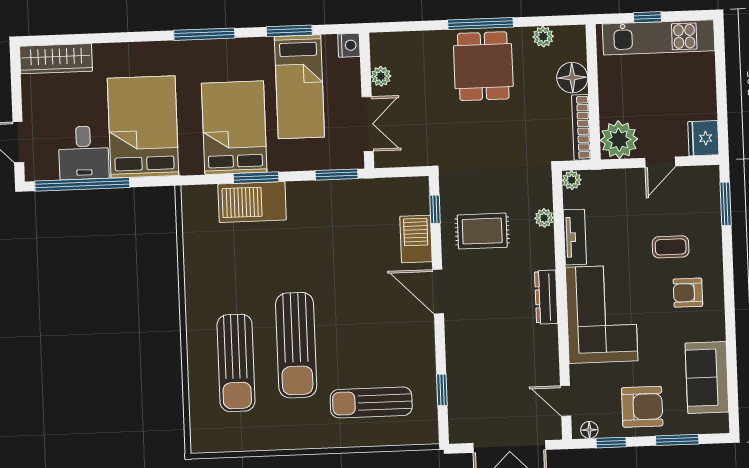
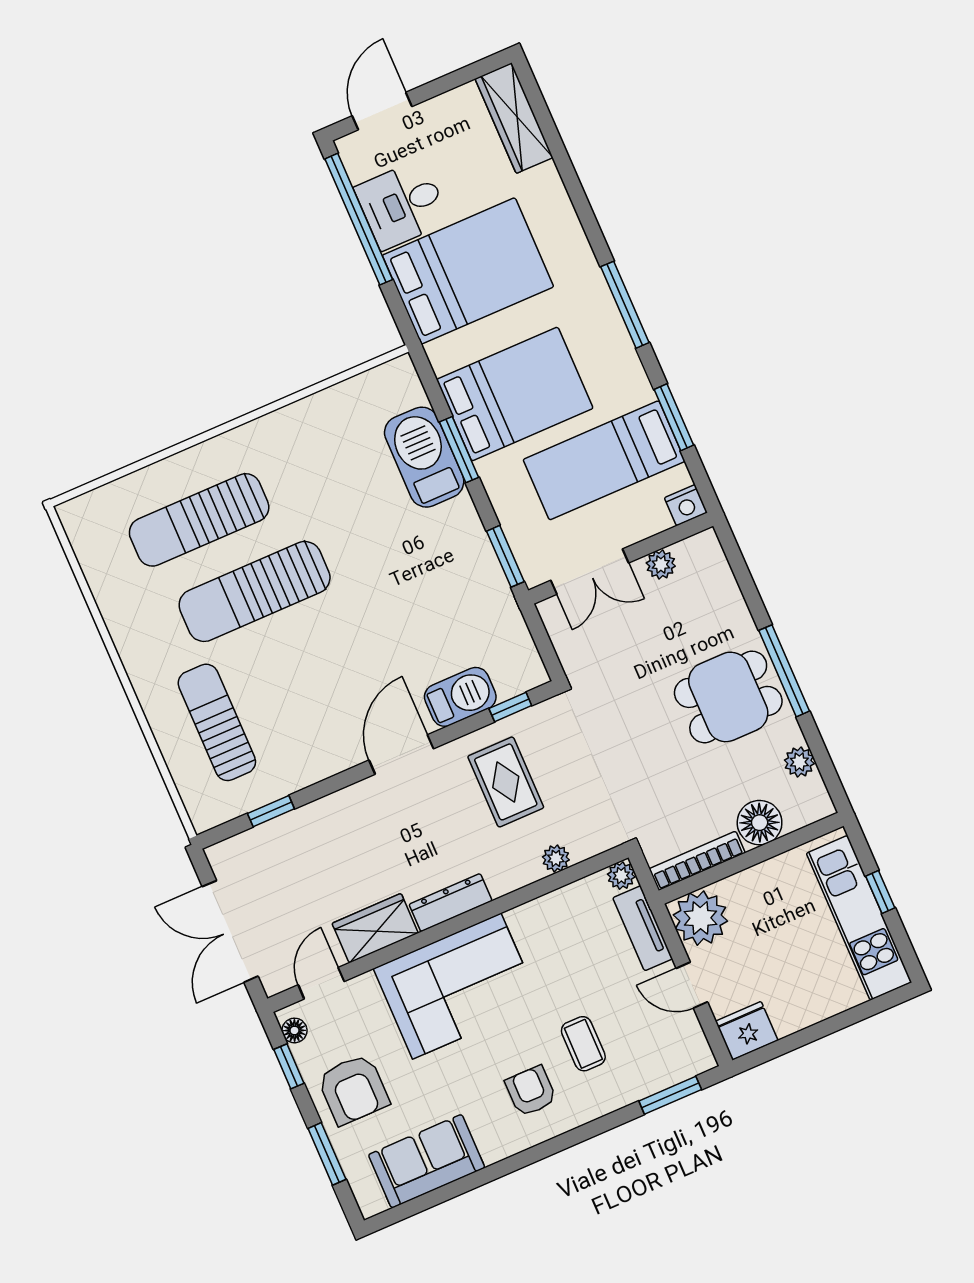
tv unit: (575, 237) -> (643, 928), moved, turned 90
wardrobe: (544, 352) -> (375, 928), added

